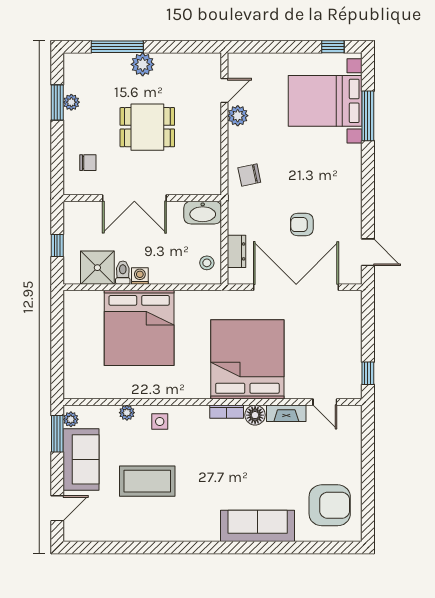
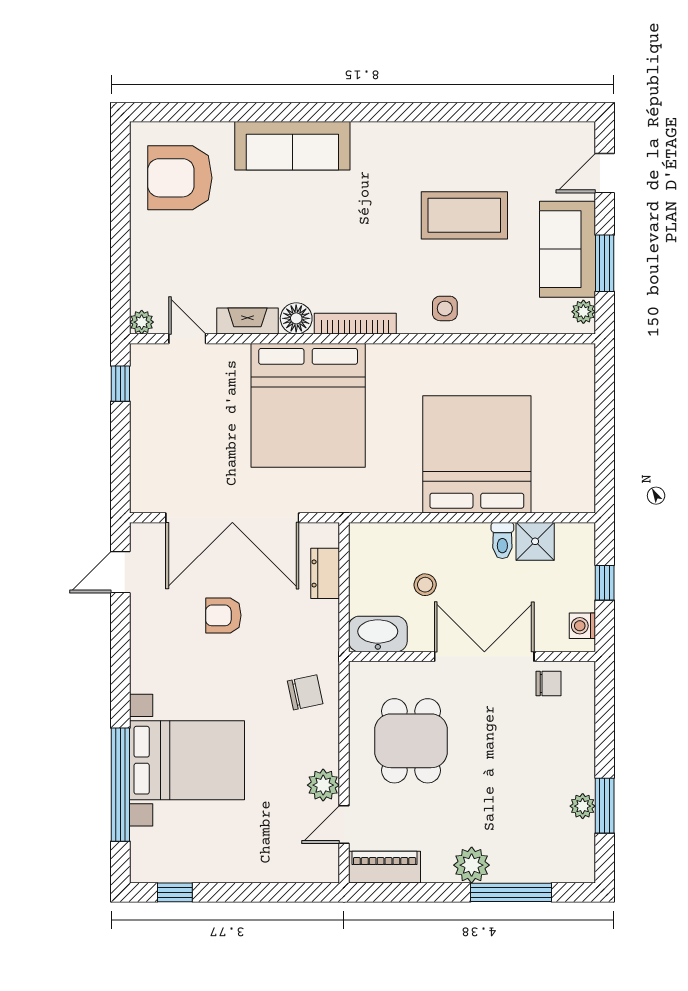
piano: (198, 63) -> (385, 867), added
bed with nightstands: (325, 101) -> (187, 760), moved
window: (368, 116) -> (120, 785), width x1.46
dining table: (147, 127) -> (411, 741), moved, turned 90
chair: (88, 163) -> (548, 684), moved, turned 180
armchair: (302, 225) -> (223, 615), turned 180
door: (368, 252) -> (120, 572), hinge flipped
stool: (207, 263) -> (425, 585), moved
shower: (97, 268) -> (535, 541), width x0.73, depth x0.73
washing machine: (140, 276) -> (582, 626), moved, turned 90
bookcase: (227, 412) -> (355, 324), width x1.56
plant: (127, 413) -> (142, 322), moved
window: (57, 434) -> (605, 263), moved

